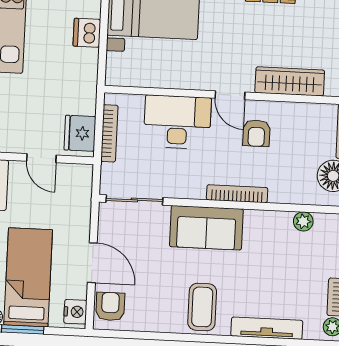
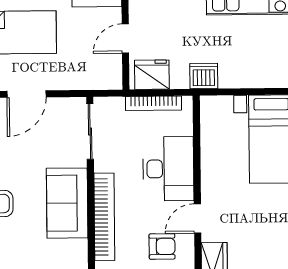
dishwasher: (87, 33) -> (204, 76), moved
armchair: (256, 133) -> (162, 246), turned 180
bookcase: (237, 194) -> (104, 217), width x1.48, depth x1.31

